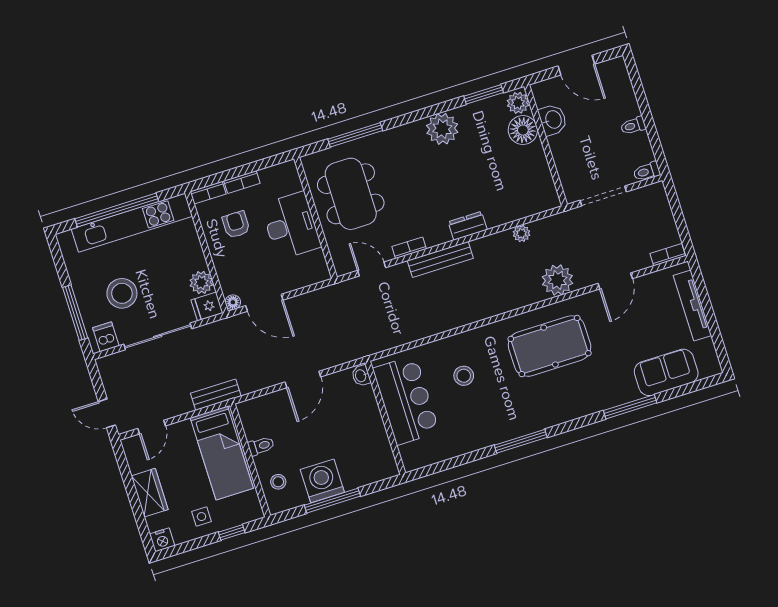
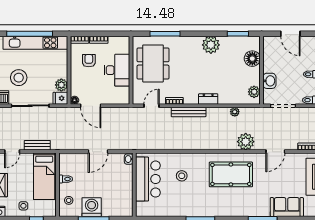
plant: (518, 103) -> (254, 92), moved
washbasin: (553, 120) -> (269, 81), moved
door: (372, 269) -> (152, 106), hinge flipped
bench: (216, 395) -> (37, 145), moved

